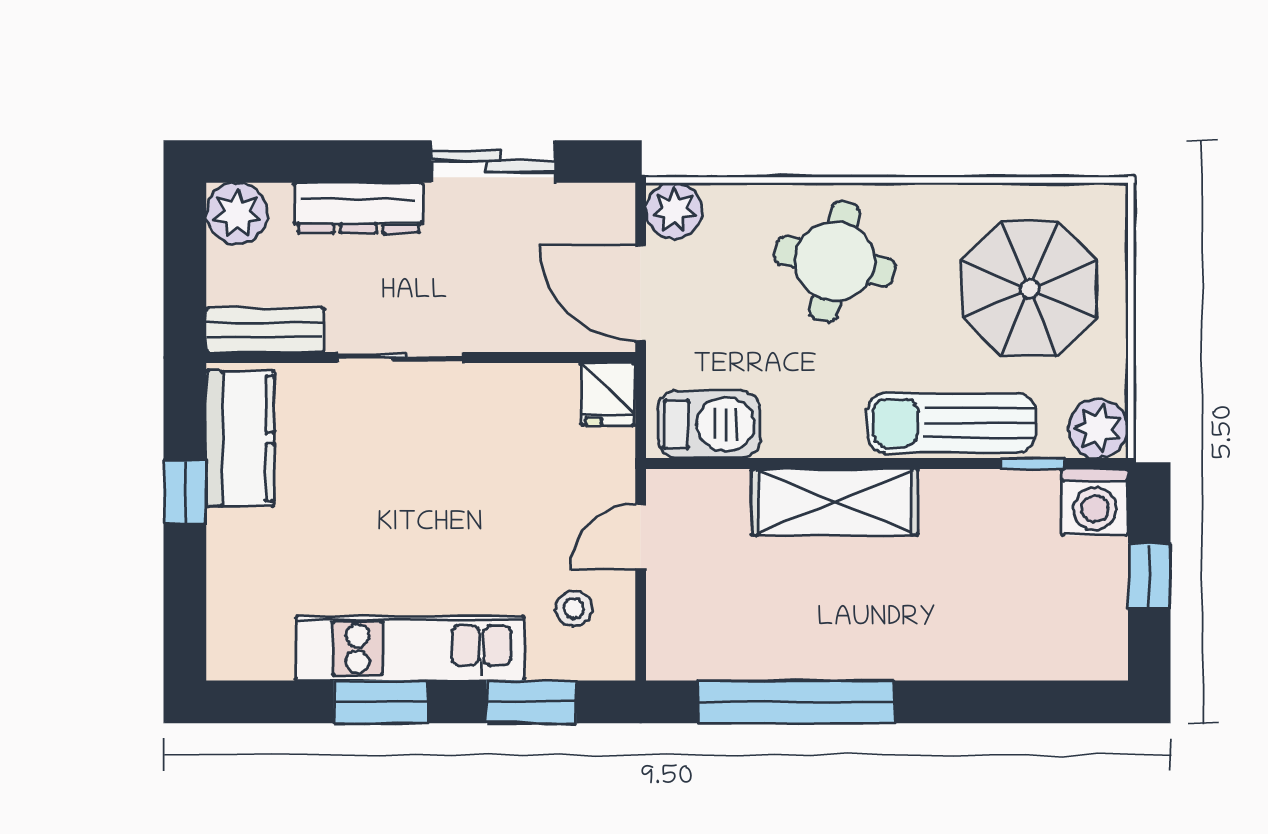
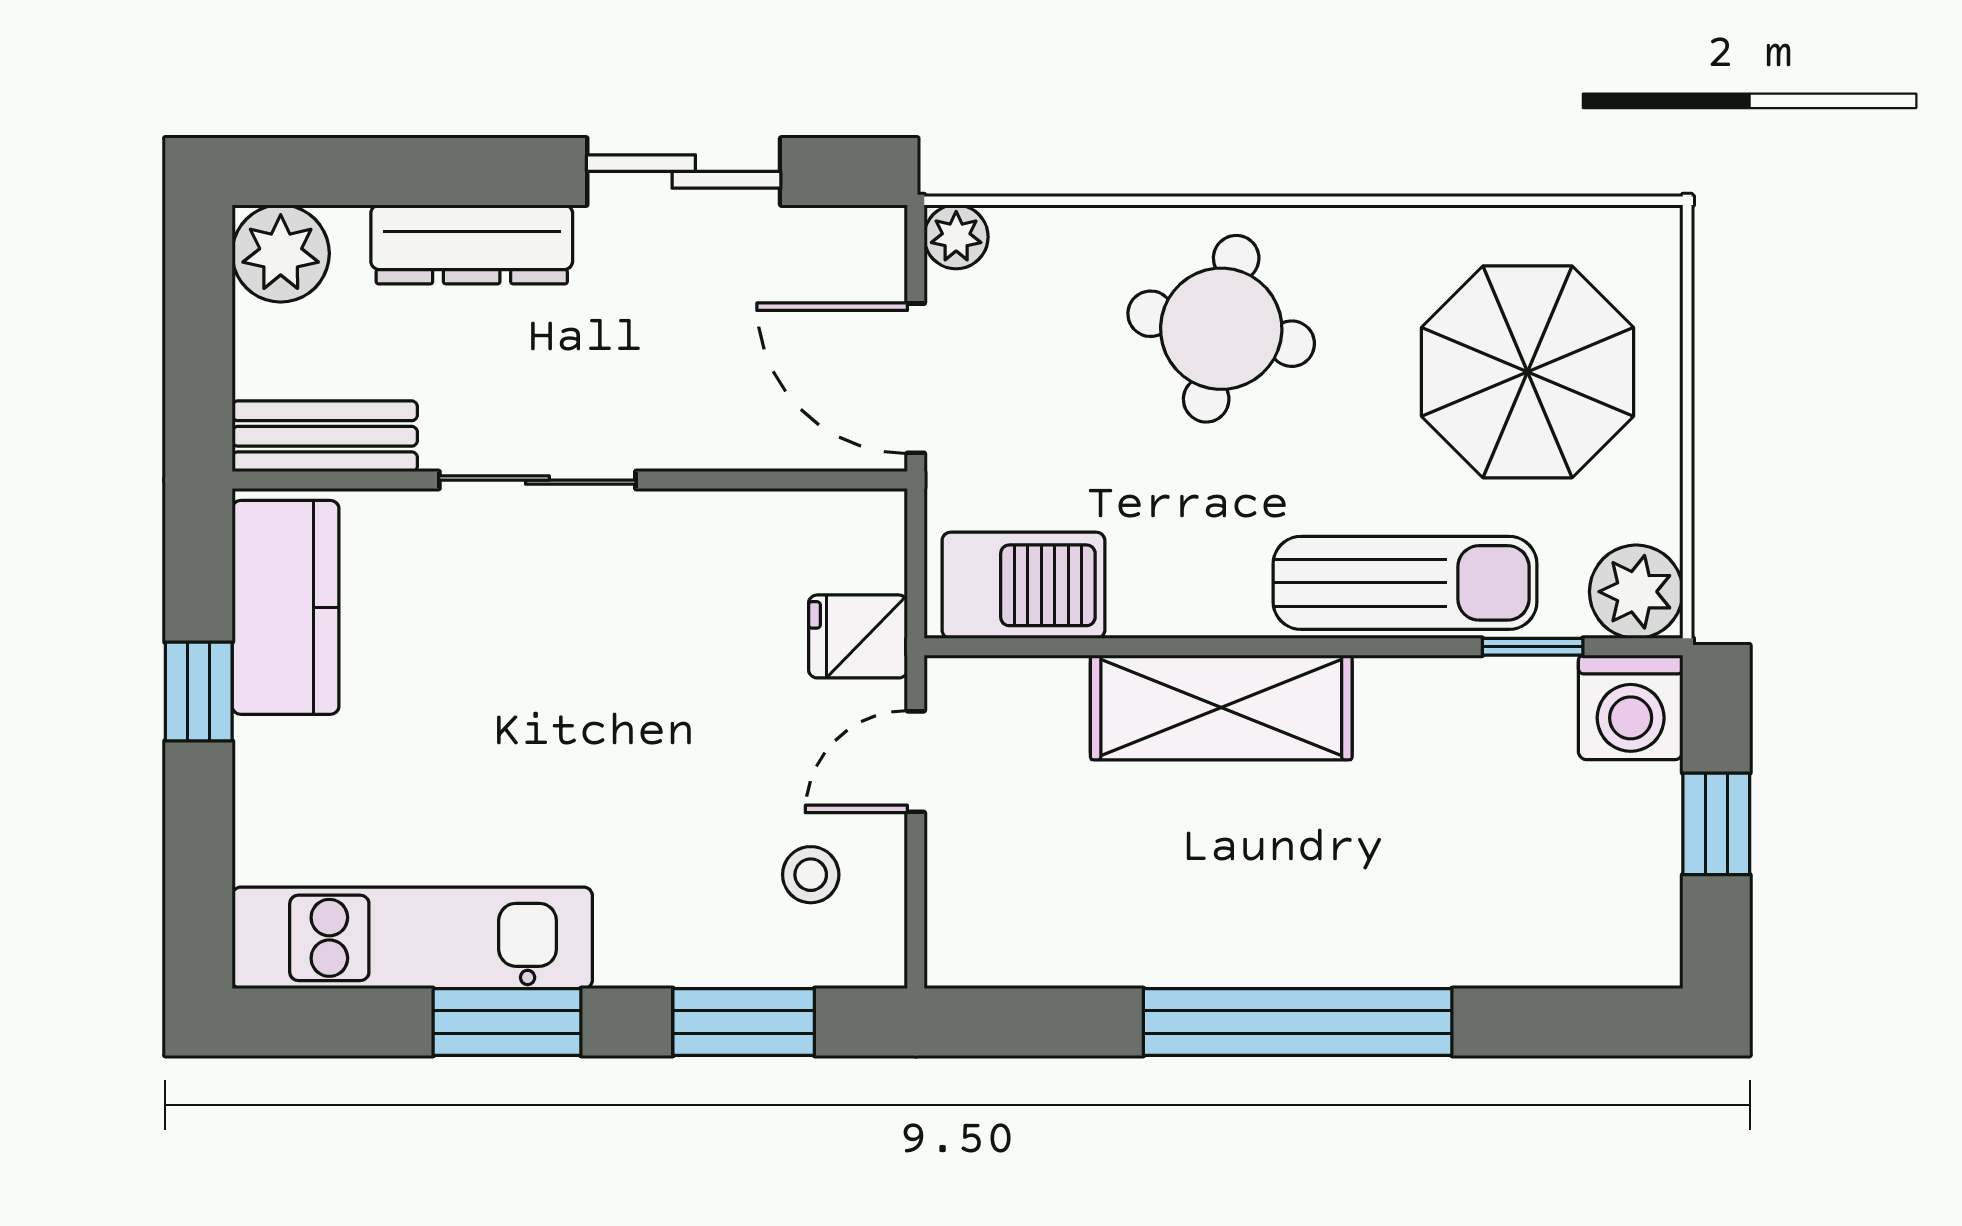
plant: (674, 211) -> (956, 237), width x0.73, depth x0.73
fridge: (607, 394) -> (858, 636), moved, turned 90
sun lounger: (951, 423) -> (1405, 583), turned 180
kitchen unit: (410, 648) -> (412, 938), moved
window: (796, 702) -> (1298, 1022), moved

